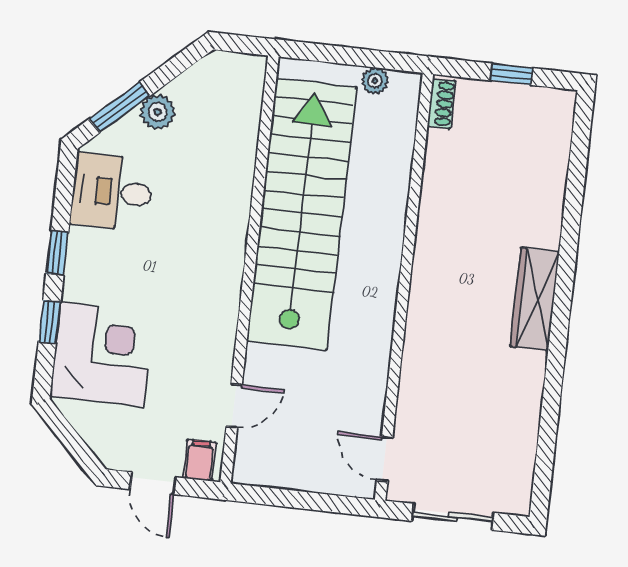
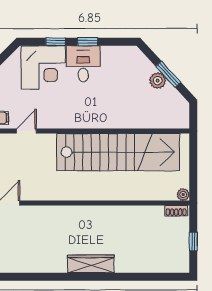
plant: (375, 81) -> (183, 195), moved
window: (120, 107) -> (168, 74), moved
desk: (112, 192) -> (83, 64), moved
door: (234, 406) -> (26, 131), swing flipped

